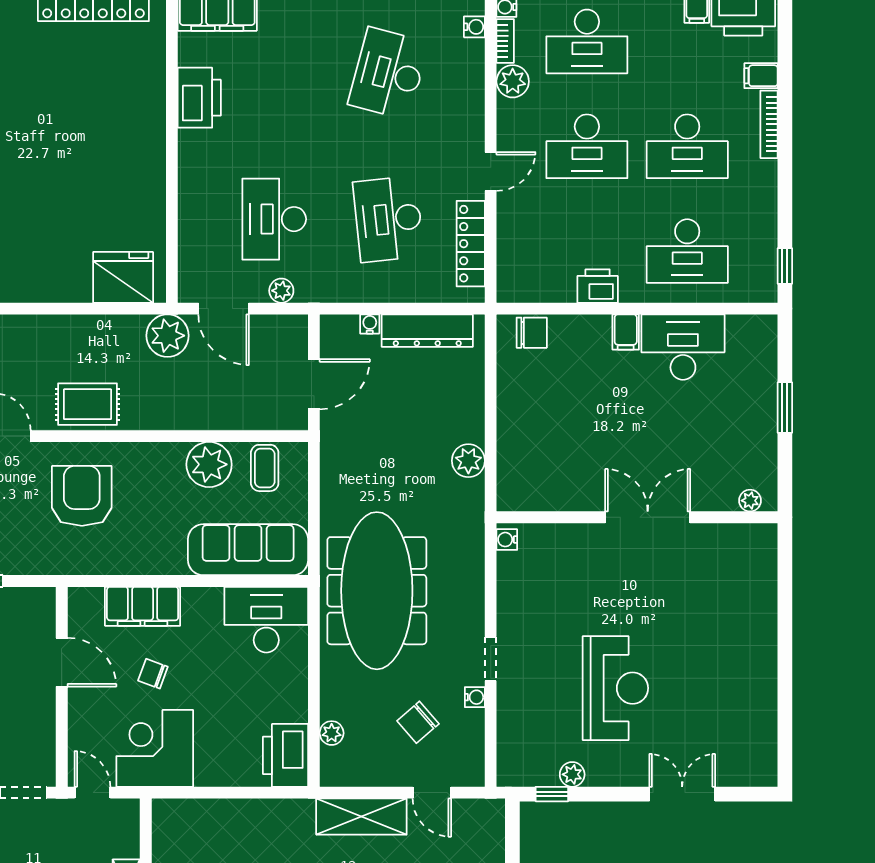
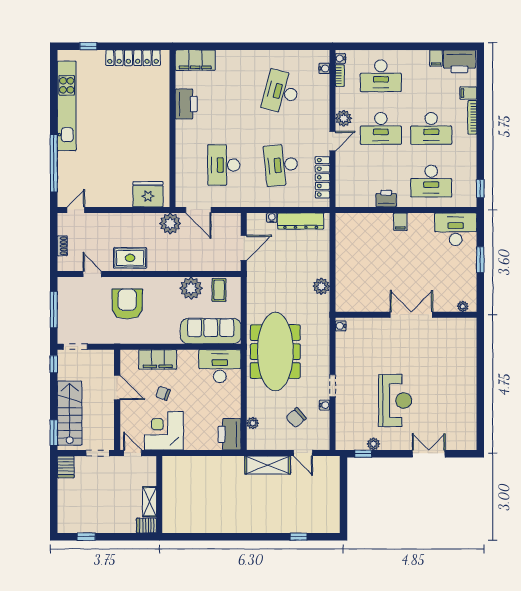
plant: (513, 81) -> (344, 118), moved
plant: (281, 291) -> (227, 201), removed
chair: (532, 333) -> (353, 222), removed
desk: (683, 347) -> (456, 229), moved

